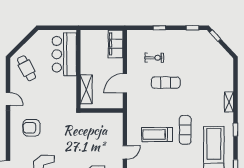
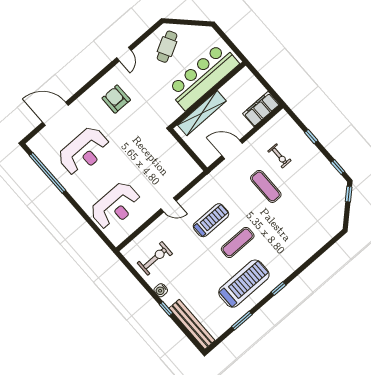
bar counter: (64, 54) -> (203, 76), width x1.36
shelving: (86, 89) -> (202, 113), width x1.47
shelving: (229, 102) -> (299, 260), removed
treadmill: (157, 134) -> (211, 220), turned 90

